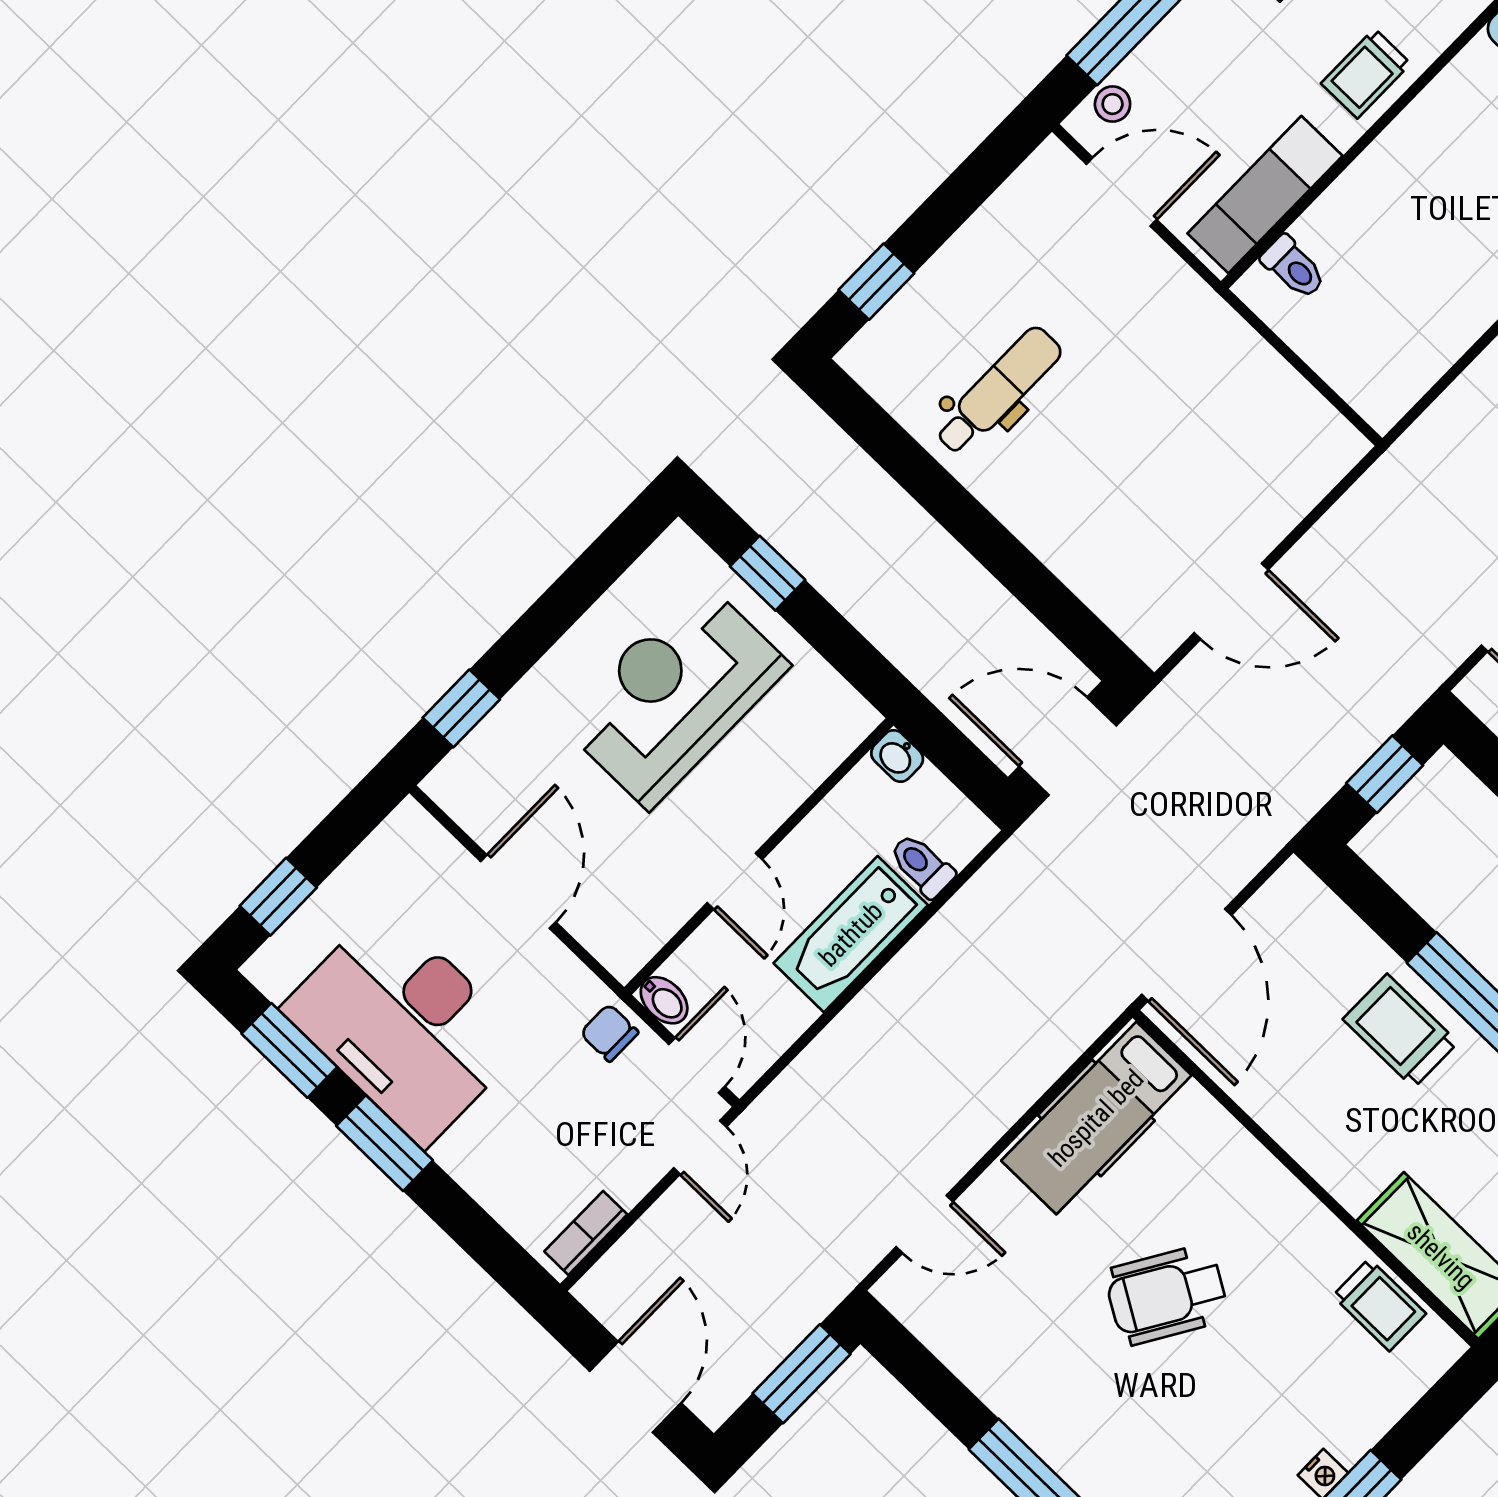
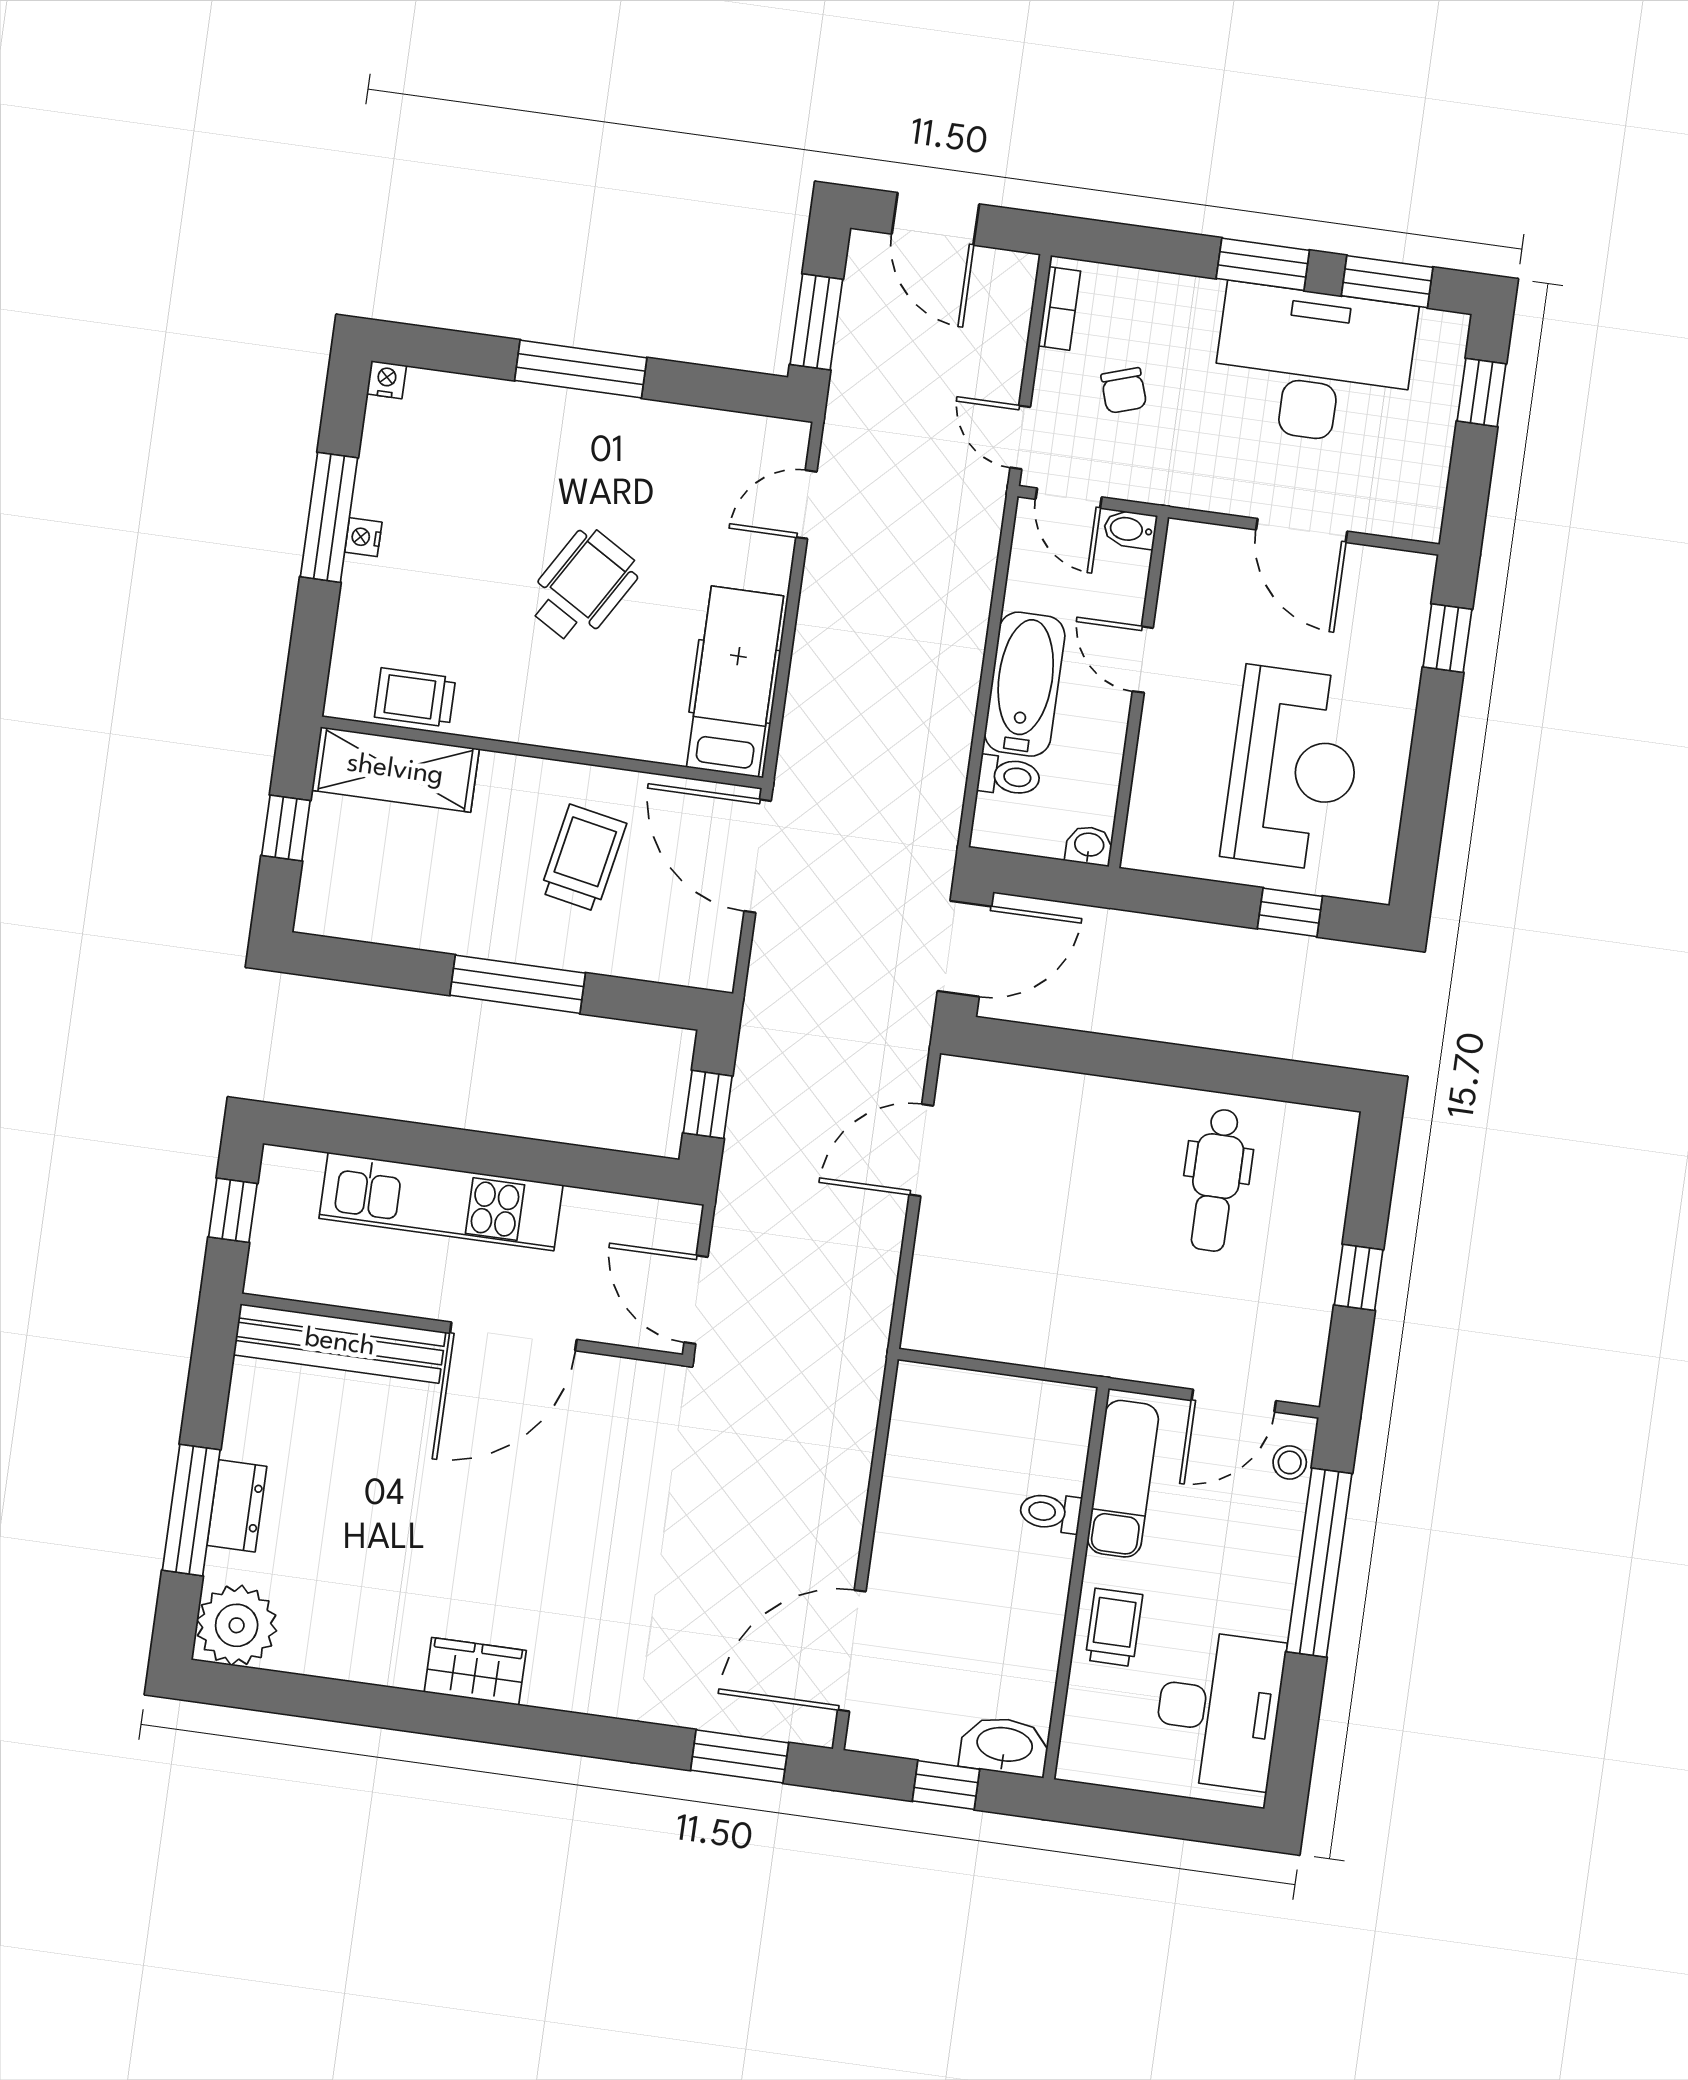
toilet: (1294, 267) -> (1050, 1512), moved
window: (876, 282) -> (1359, 1277), moved
trolley: (1400, 1031) -> (583, 858), moved, turned -79
chair: (609, 1033) -> (1124, 391), moved, turned 72

